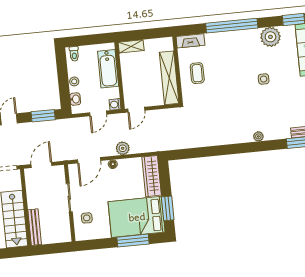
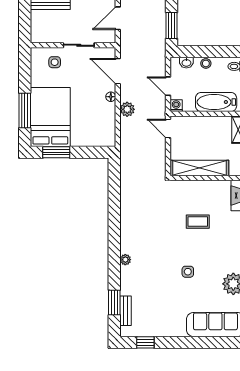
coffee table: (197, 73) -> (198, 222), moved
door: (41, 165) -> (118, 18), swing flipped
wardrobe: (152, 176) -> (93, 138), removed

